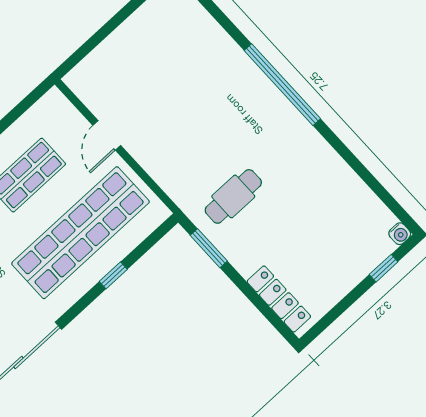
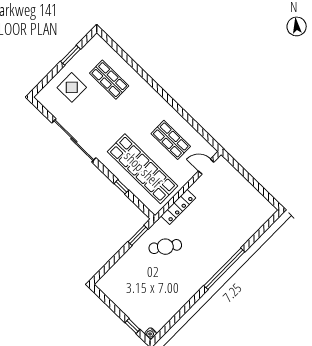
door: (107, 135) -> (206, 167), moved
cafe table: (233, 196) -> (165, 247), turned -53
locker: (279, 299) -> (178, 207), moved

